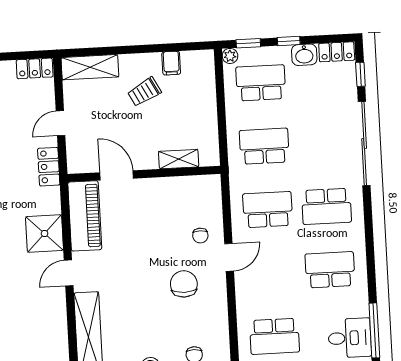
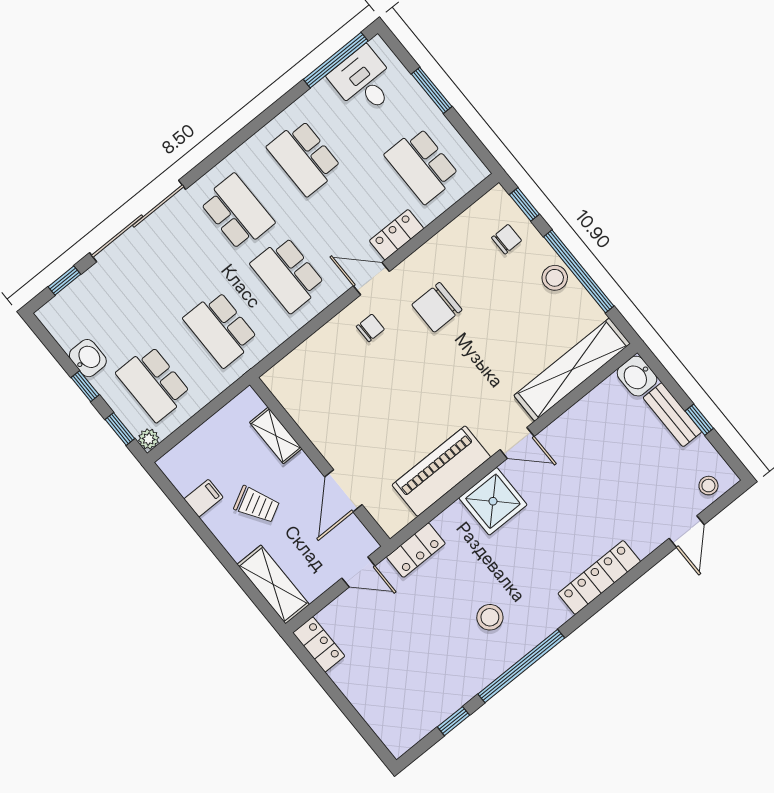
locker: (337, 52) -> (397, 235), moved, turned -90
shelving: (179, 159) -> (276, 436), moved
wall: (144, 174) -> (320, 462), moved
door: (117, 175) -> (343, 491), moved
school desk: (274, 336) -> (422, 165), turned 180

